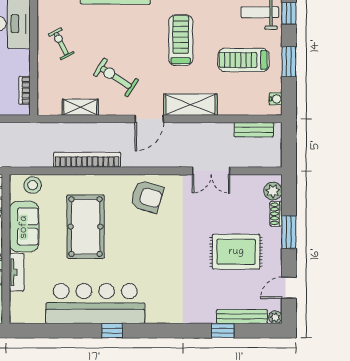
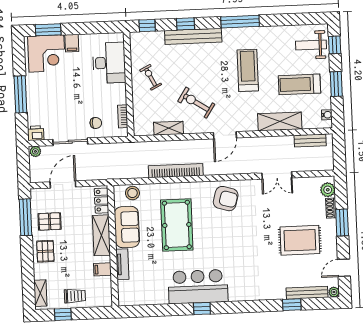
shelving: (190, 105) -> (280, 121), moved
bar counter: (95, 304) -> (198, 287), width x0.73

